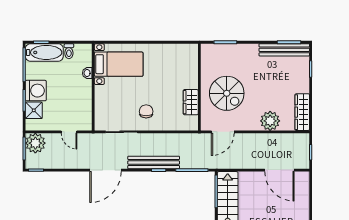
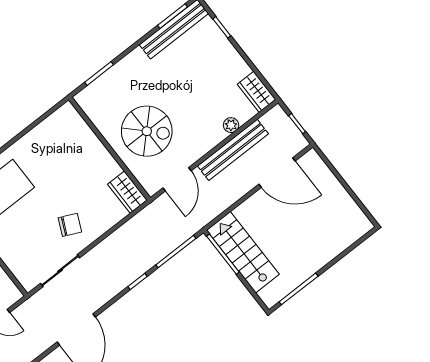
wardrobe: (191, 102) -> (127, 192), moved
chair: (146, 111) -> (70, 225), turned 115
wardrobe: (302, 112) -> (257, 92), width x0.67
plant: (270, 121) -> (231, 125), width x0.53, depth x0.53
bench: (154, 163) -> (233, 150), moved

